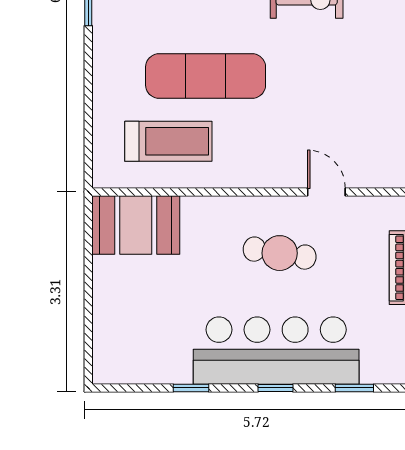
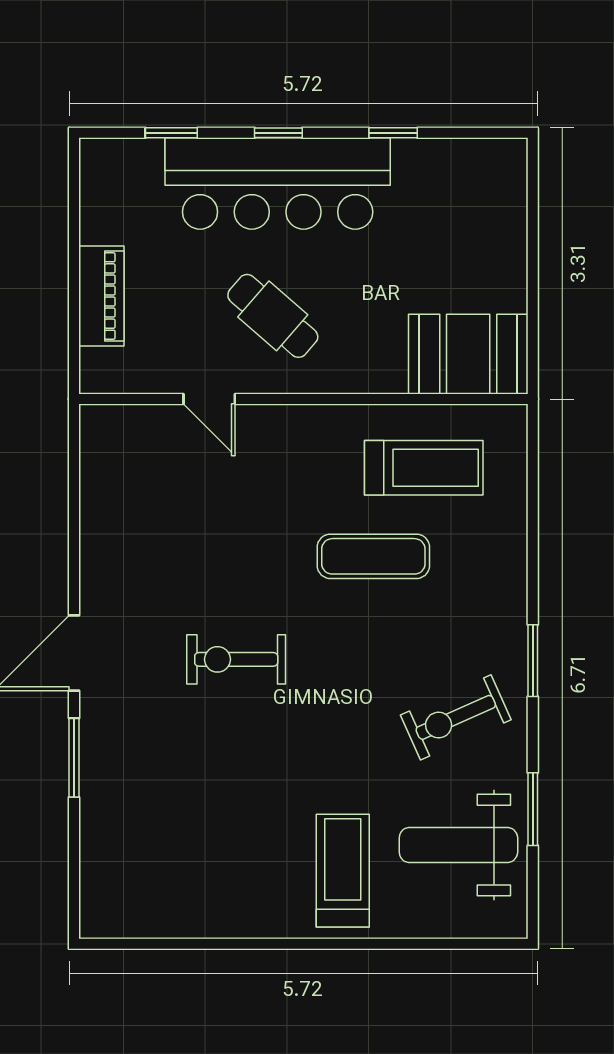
exercise mat: (206, 76) -> (373, 556), width x0.73, depth x0.69
treadmill: (168, 141) -> (424, 468), turned 180
cafe table: (280, 253) -> (273, 316), turned 32

